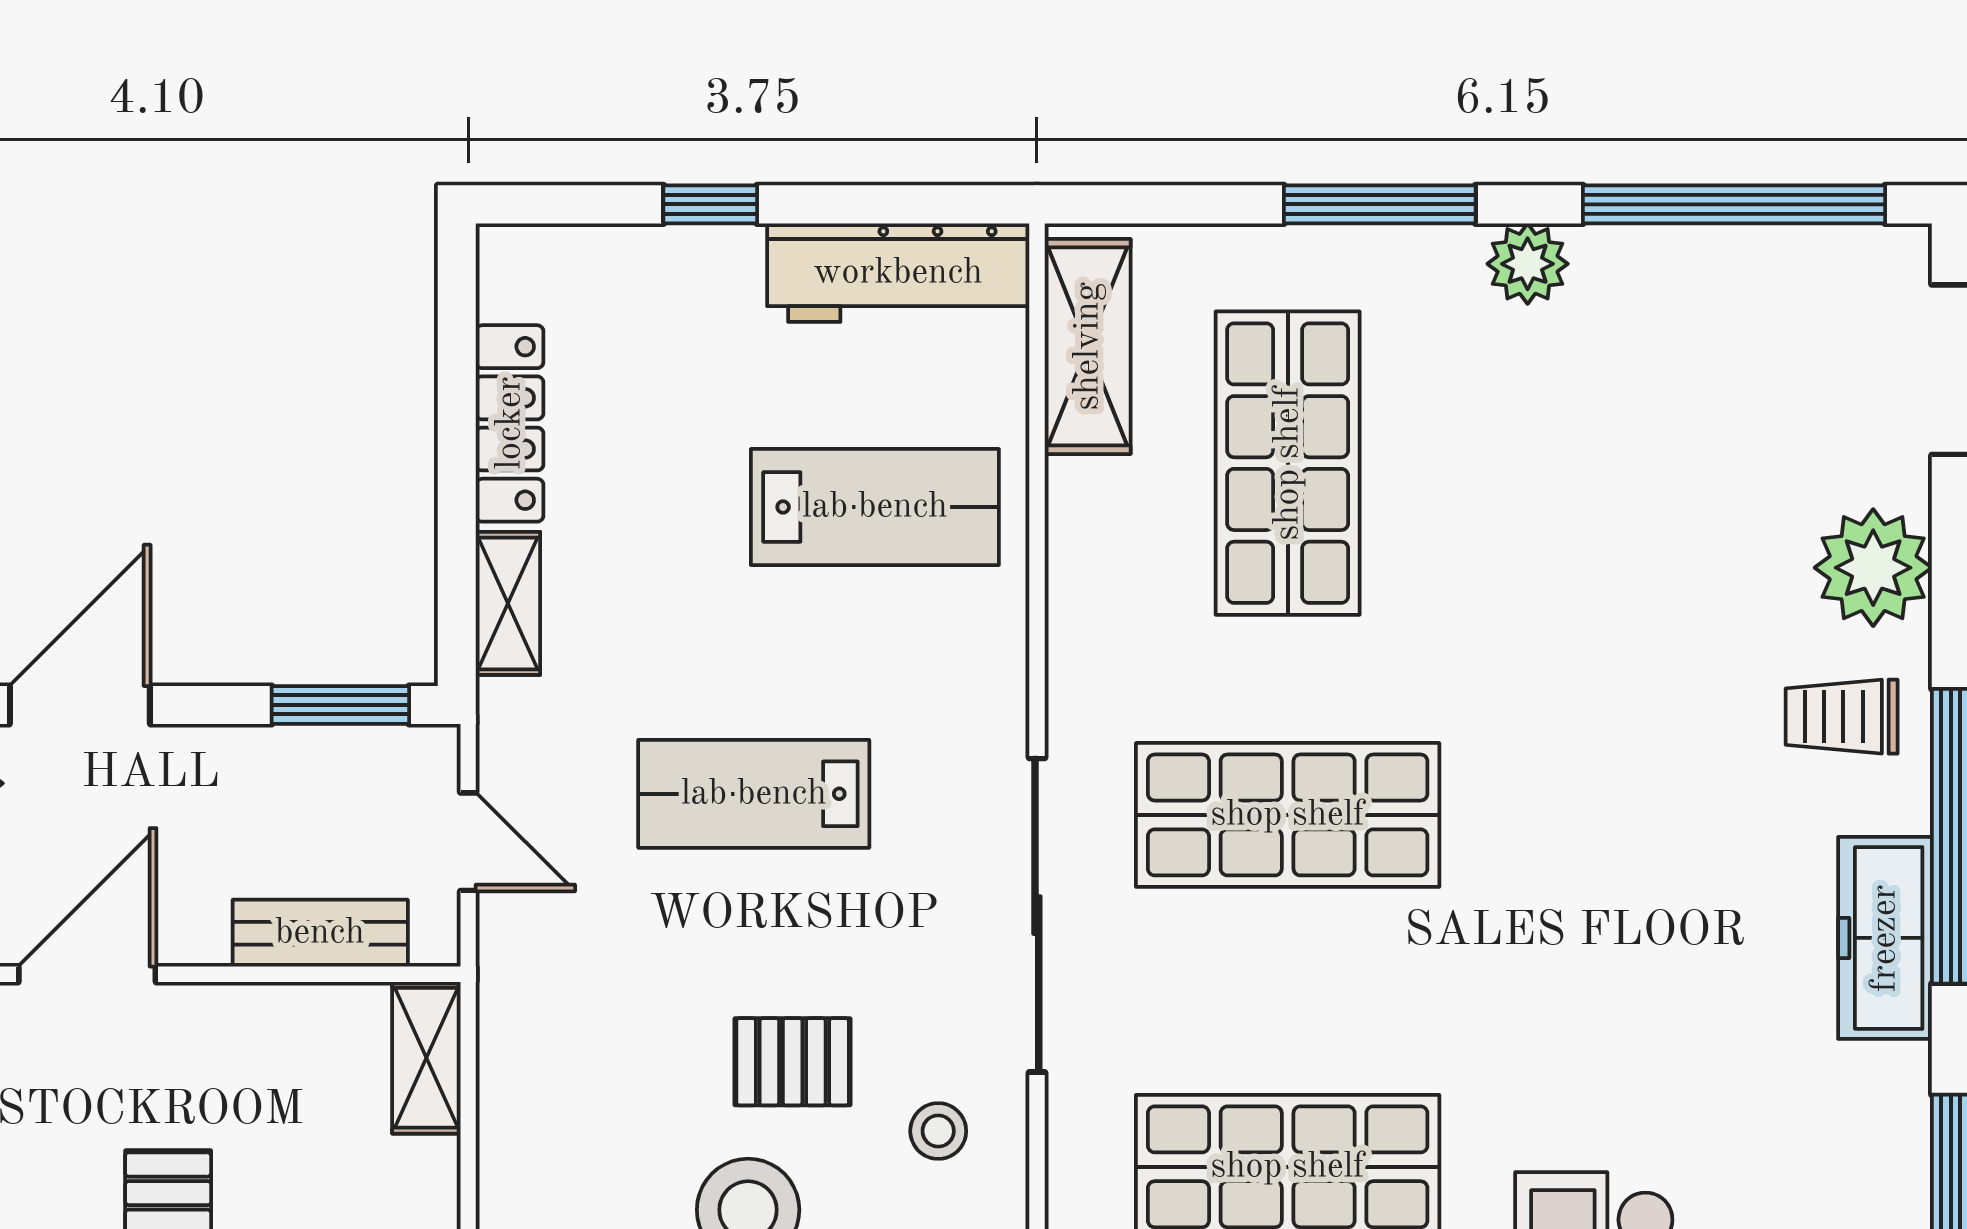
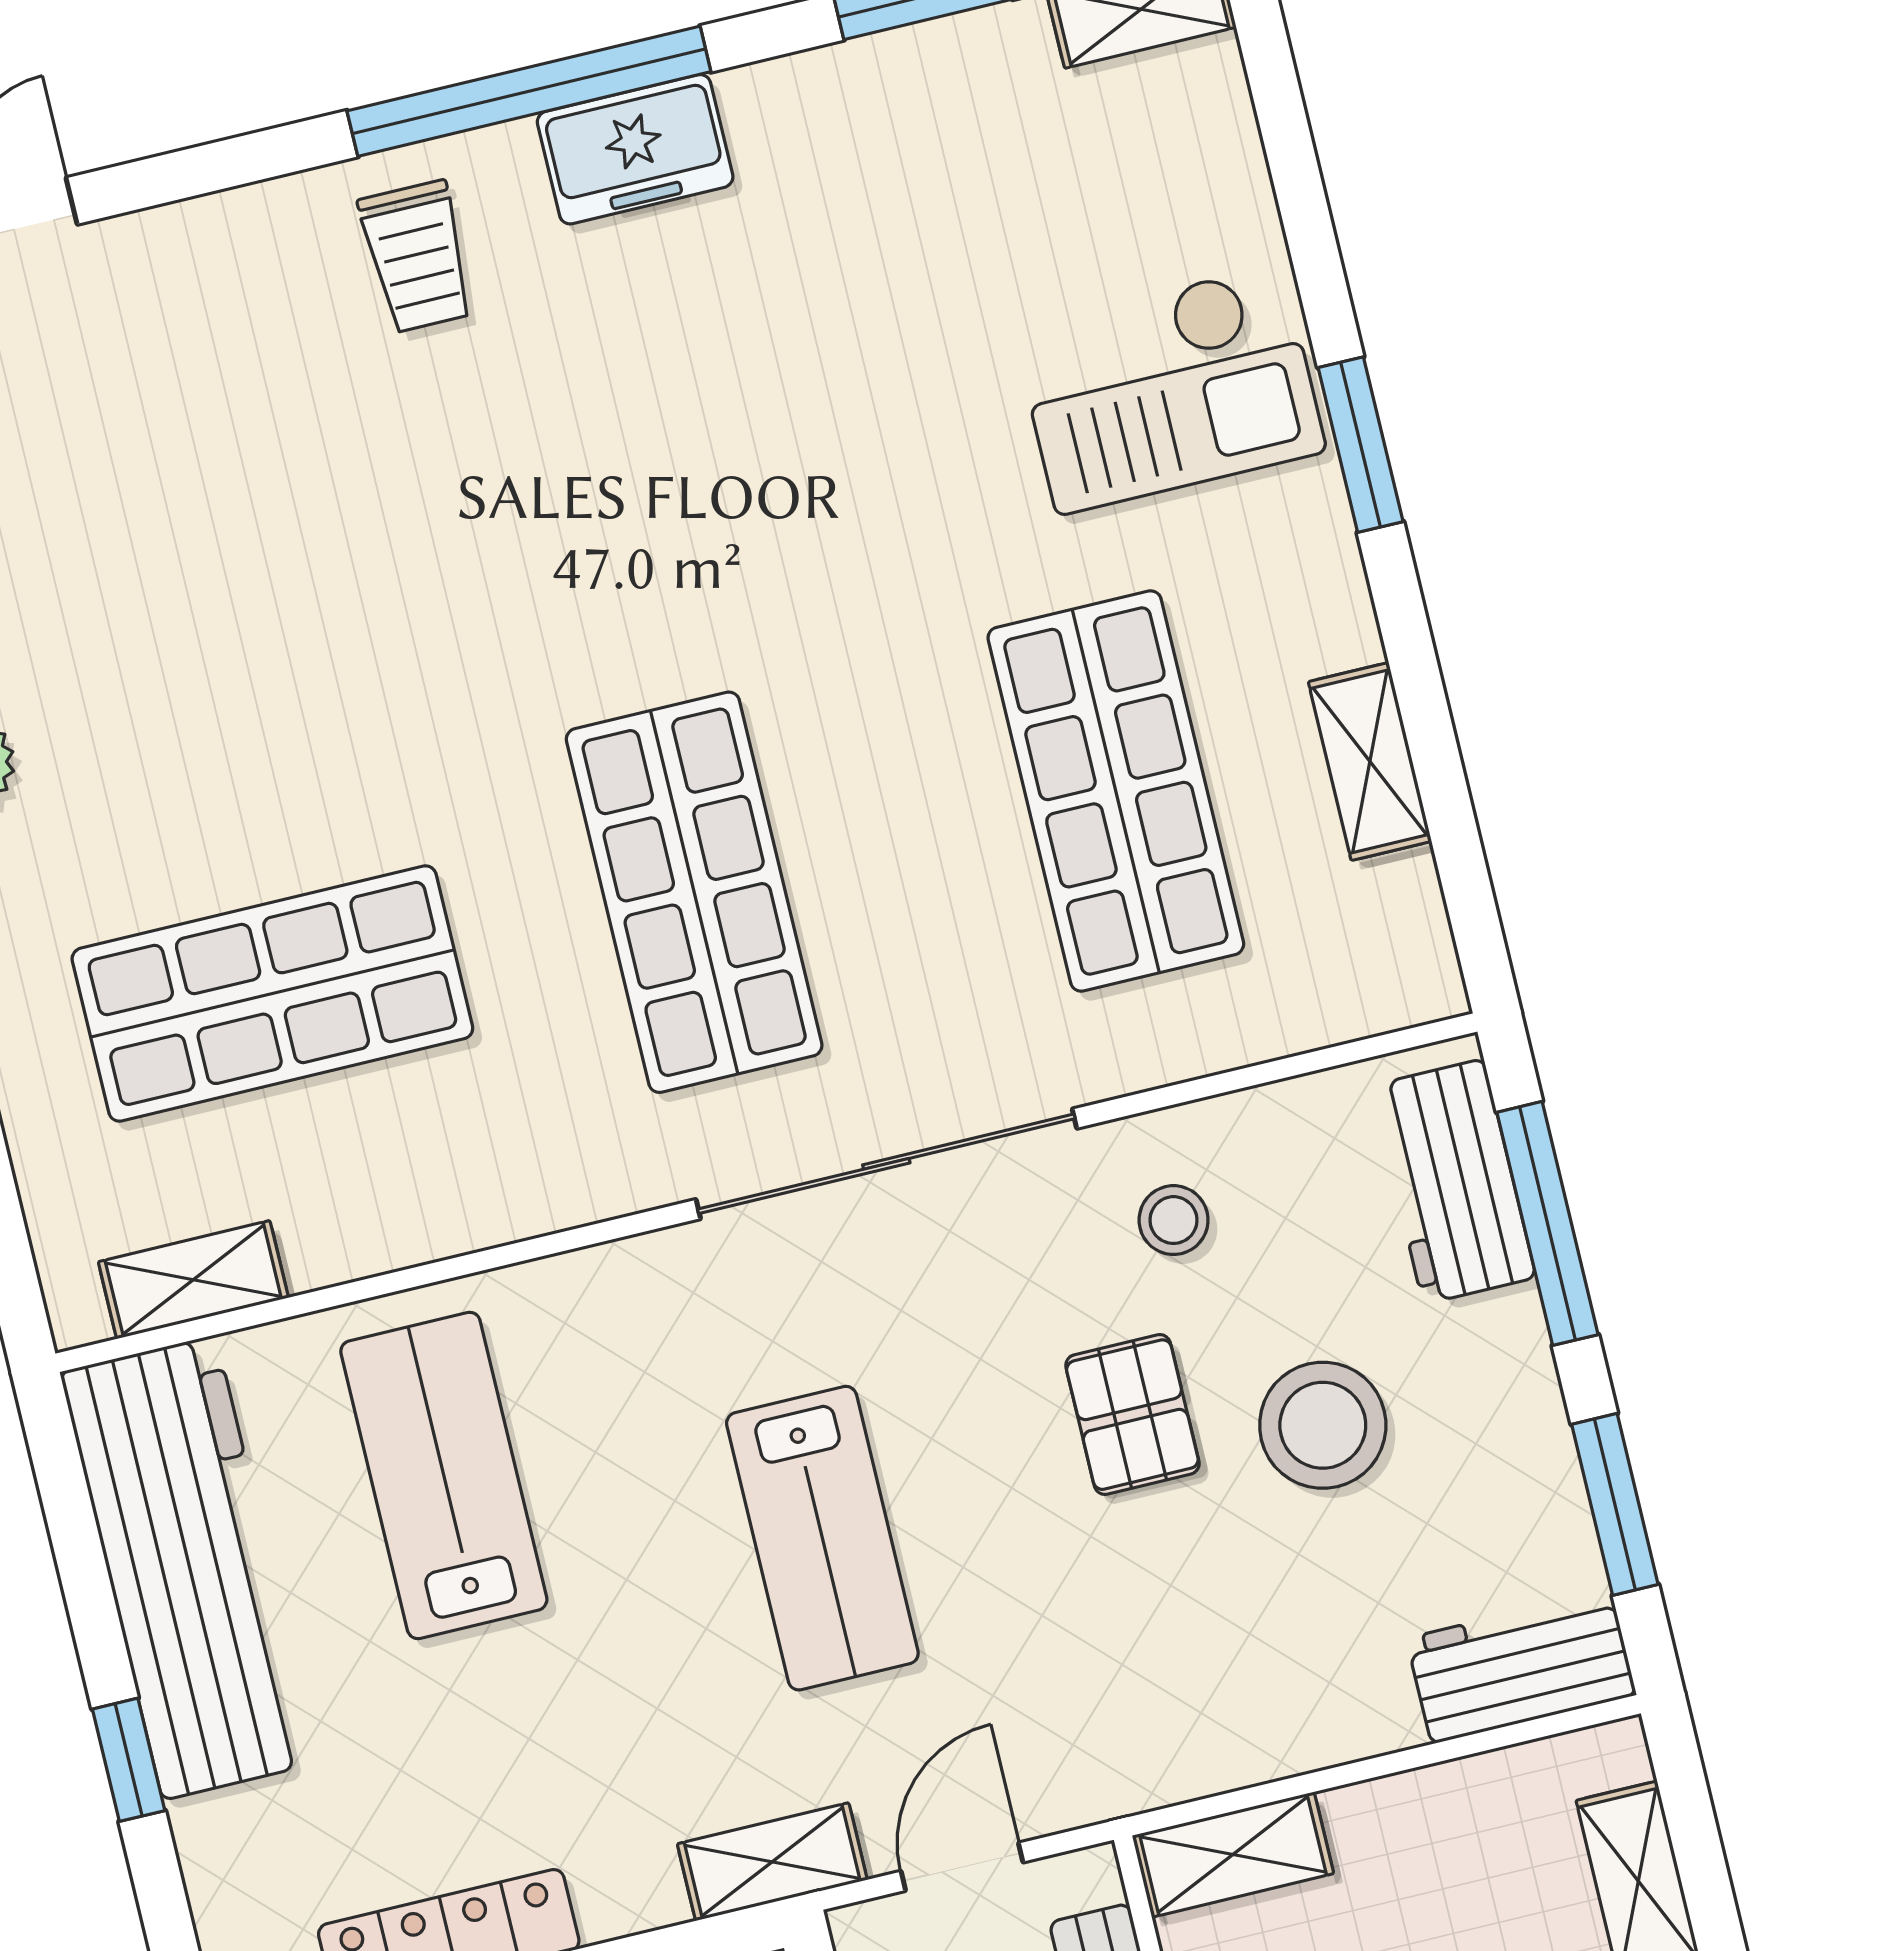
workbench: (898, 273) -> (189, 1568), width x1.36, depth x1.32
shelving: (1088, 346) -> (193, 1280), width x0.67, depth x0.75
plant: (1873, 568) -> (229, 262), removed
shelving: (508, 603) -> (772, 1862), moved
freezer: (1885, 938) -> (635, 149), width x0.71

